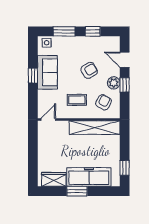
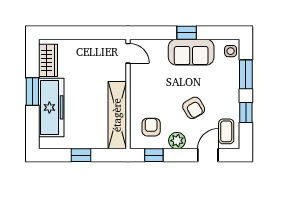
window: (125, 85) -> (154, 155), moved
coffee table: (77, 100) -> (226, 131), moved
armchair: (104, 102) -> (151, 127), turned -118
window: (125, 168) -> (81, 155), moved

